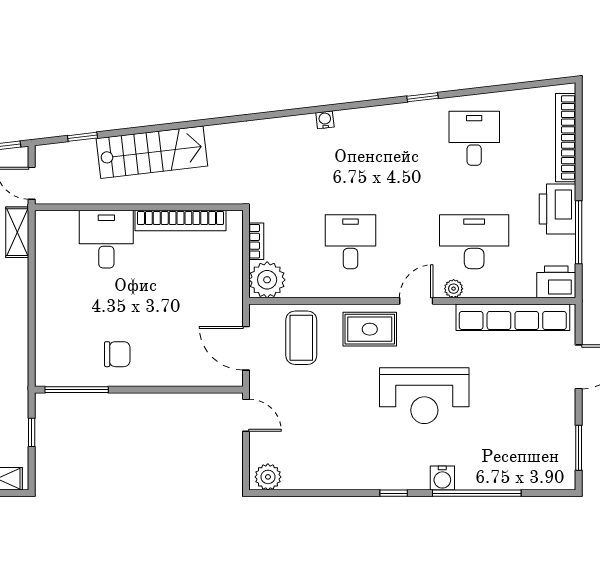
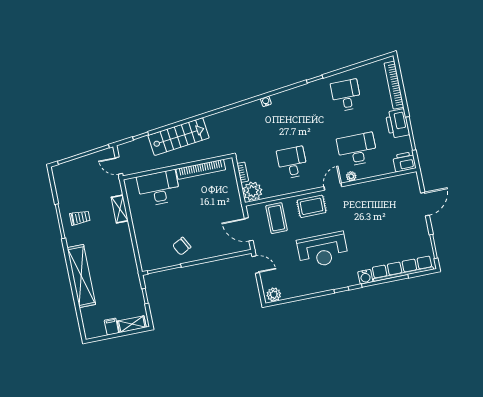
shelving: (17, 232) -> (120, 209), moved
desk: (106, 239) -> (159, 188), width x1.37
row of seats: (513, 317) -> (402, 269), moved, turned 180
chair: (117, 354) -> (182, 246), turned 152
reception desk: (424, 396) -> (323, 250), moved

